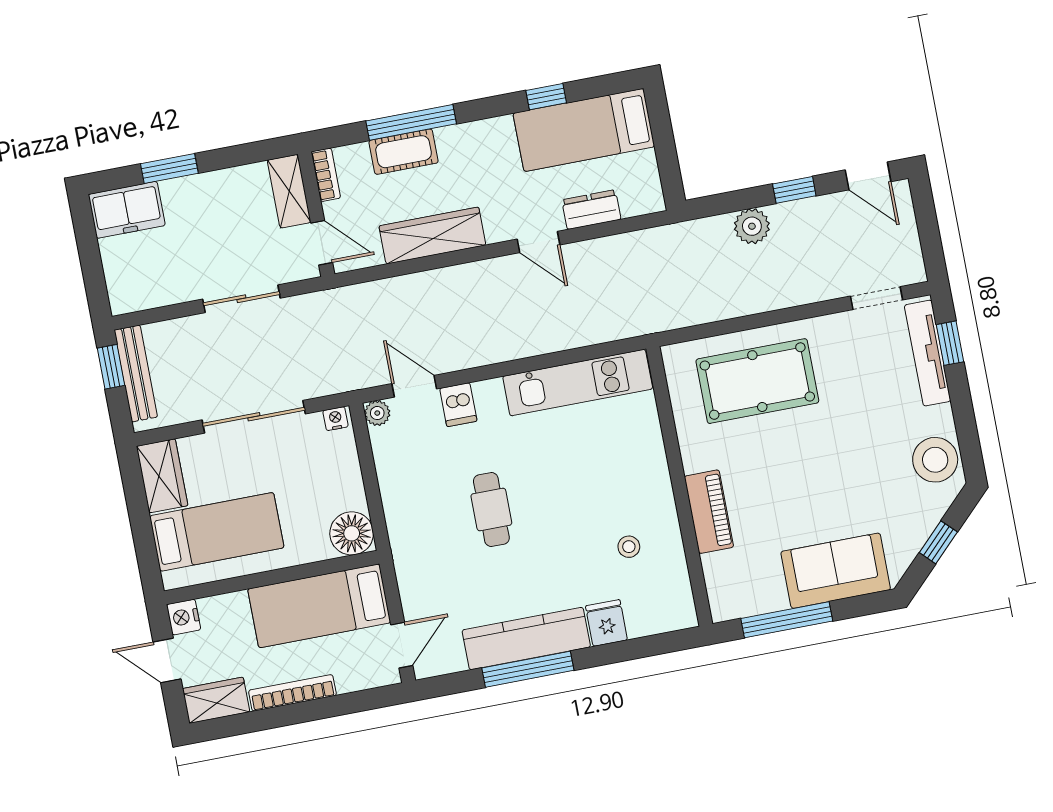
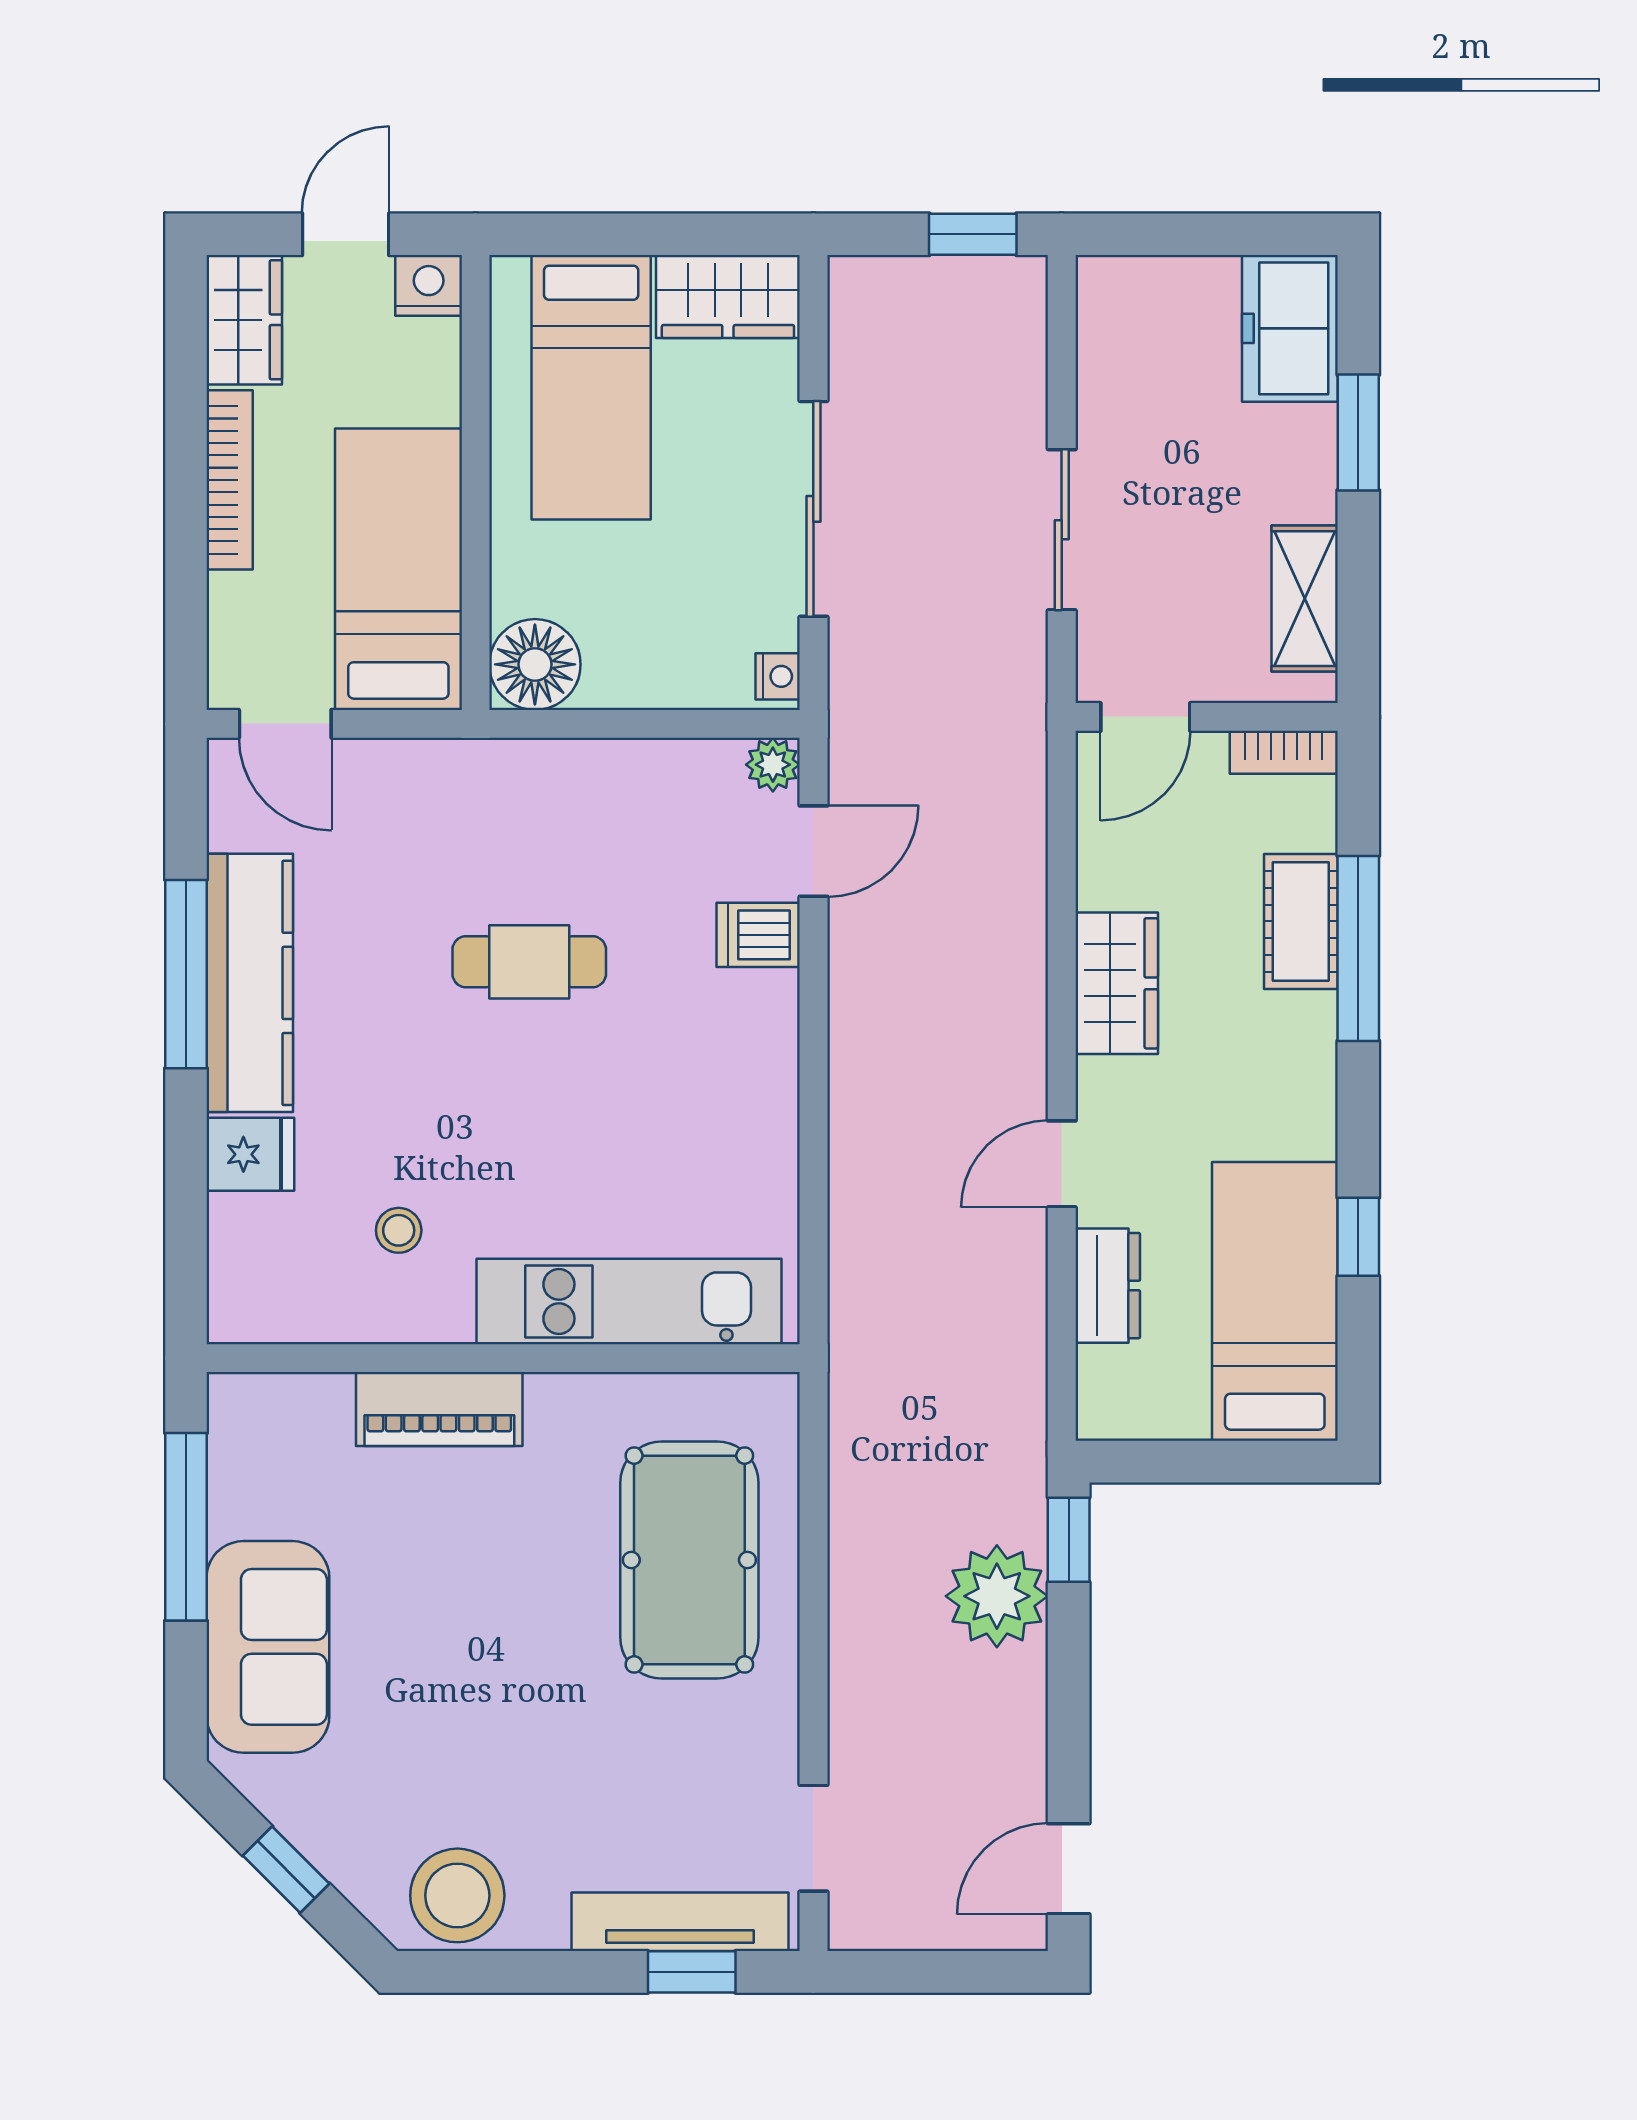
window: (794, 190) -> (1069, 1540), moved
shelving: (289, 191) -> (1305, 599), moved, turned 90
plant: (752, 226) -> (997, 1596), width x1.36, depth x1.36
wardrobe: (432, 236) -> (1117, 983), width x0.67
bench: (136, 373) -> (949, 283), removed
kitchen unit: (578, 383) -> (629, 1301), moved, turned 90

